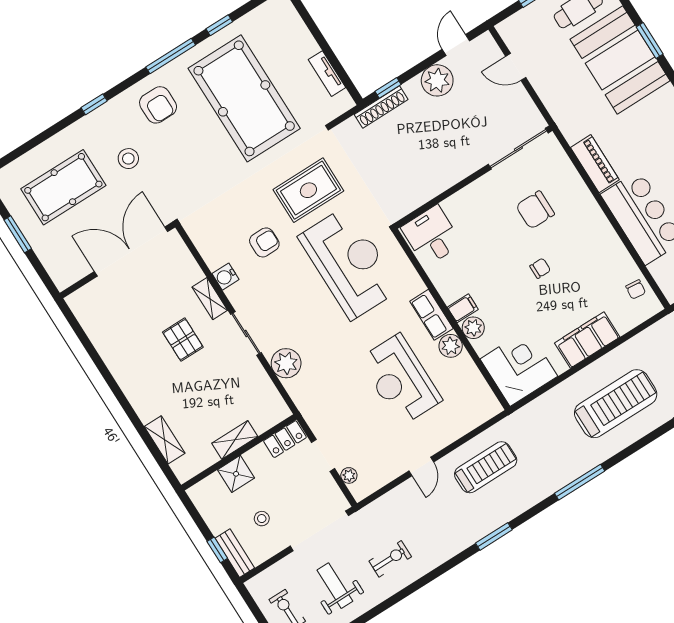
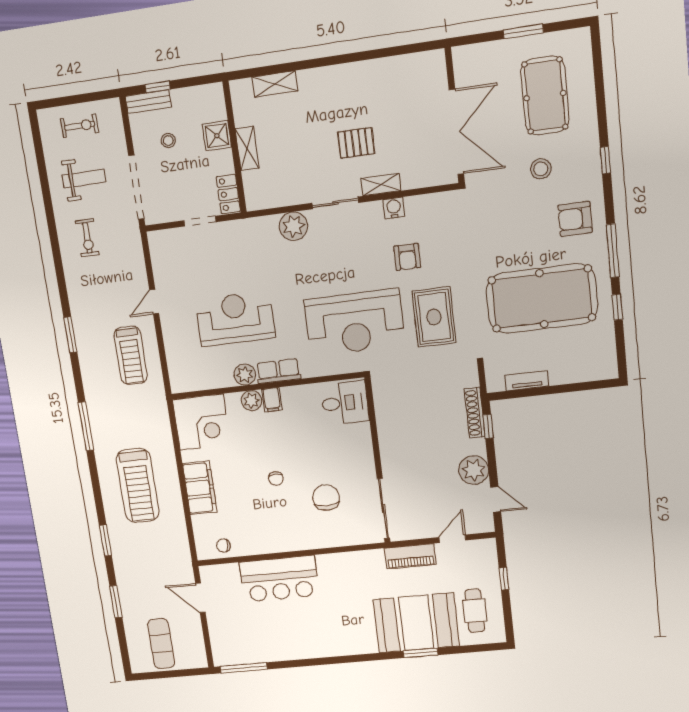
piano: (595, 164) -> (410, 556), moved
door: (421, 466) -> (154, 302), hinge flipped
plant: (349, 475) -> (173, 236), removed

